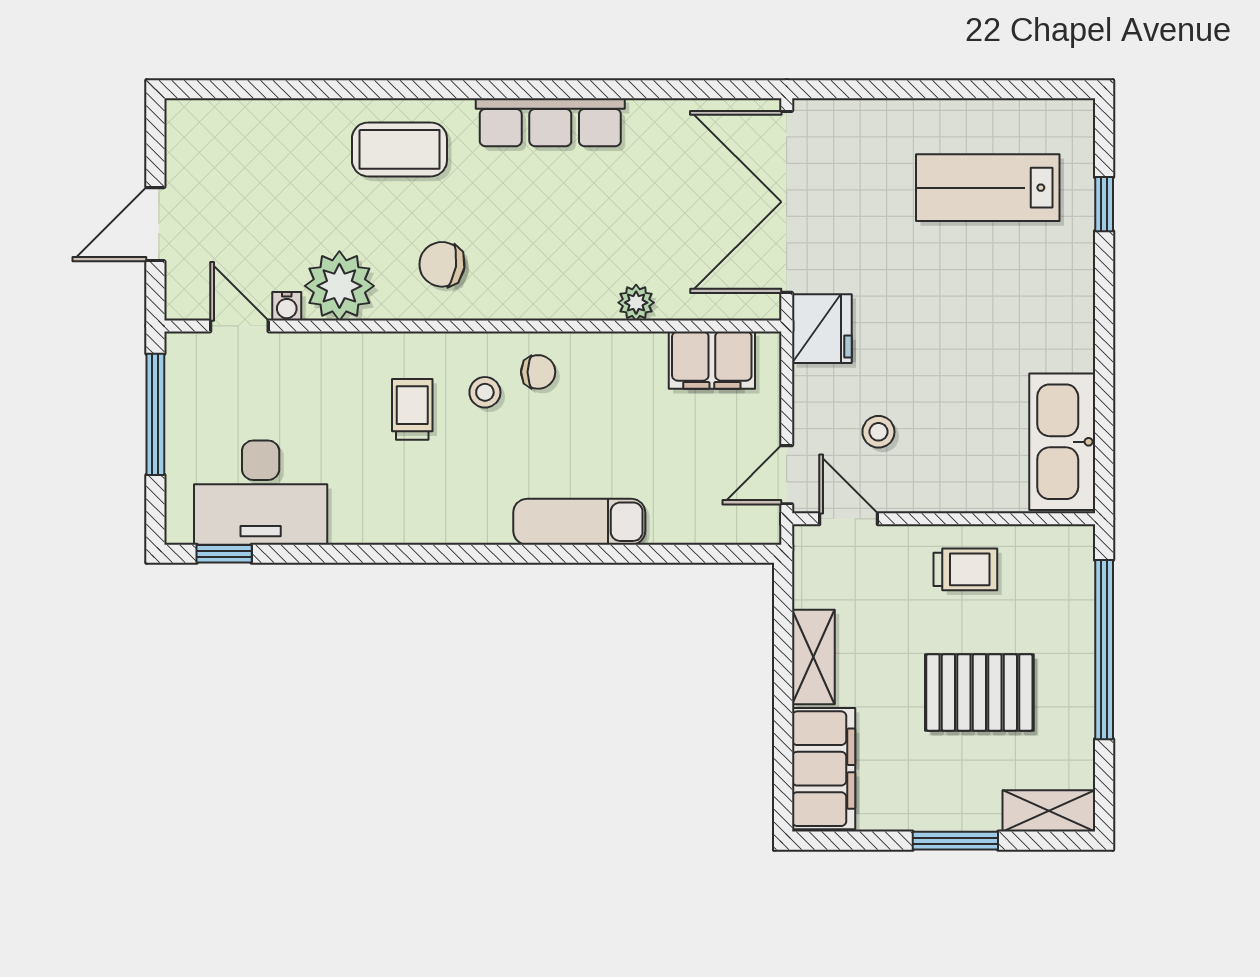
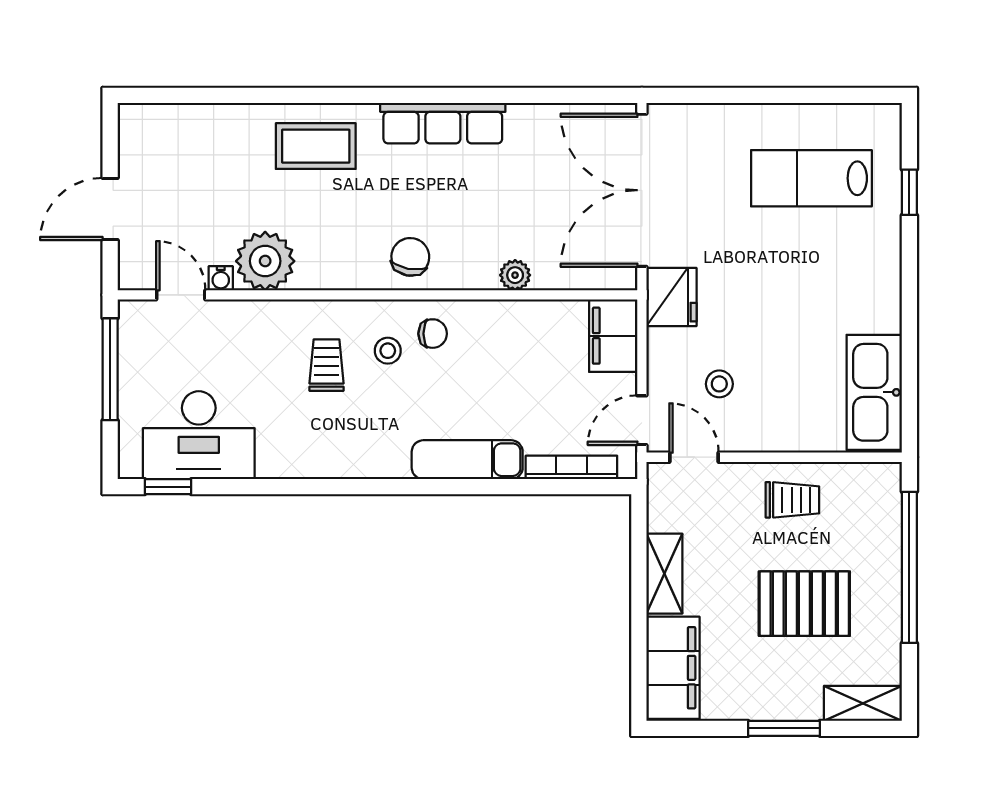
chair: (442, 264) -> (410, 257), moved, turned 92
filing cabinet: (712, 360) -> (613, 336), moved, turned 90
bookcase: (703, 531) -> (571, 467), added

